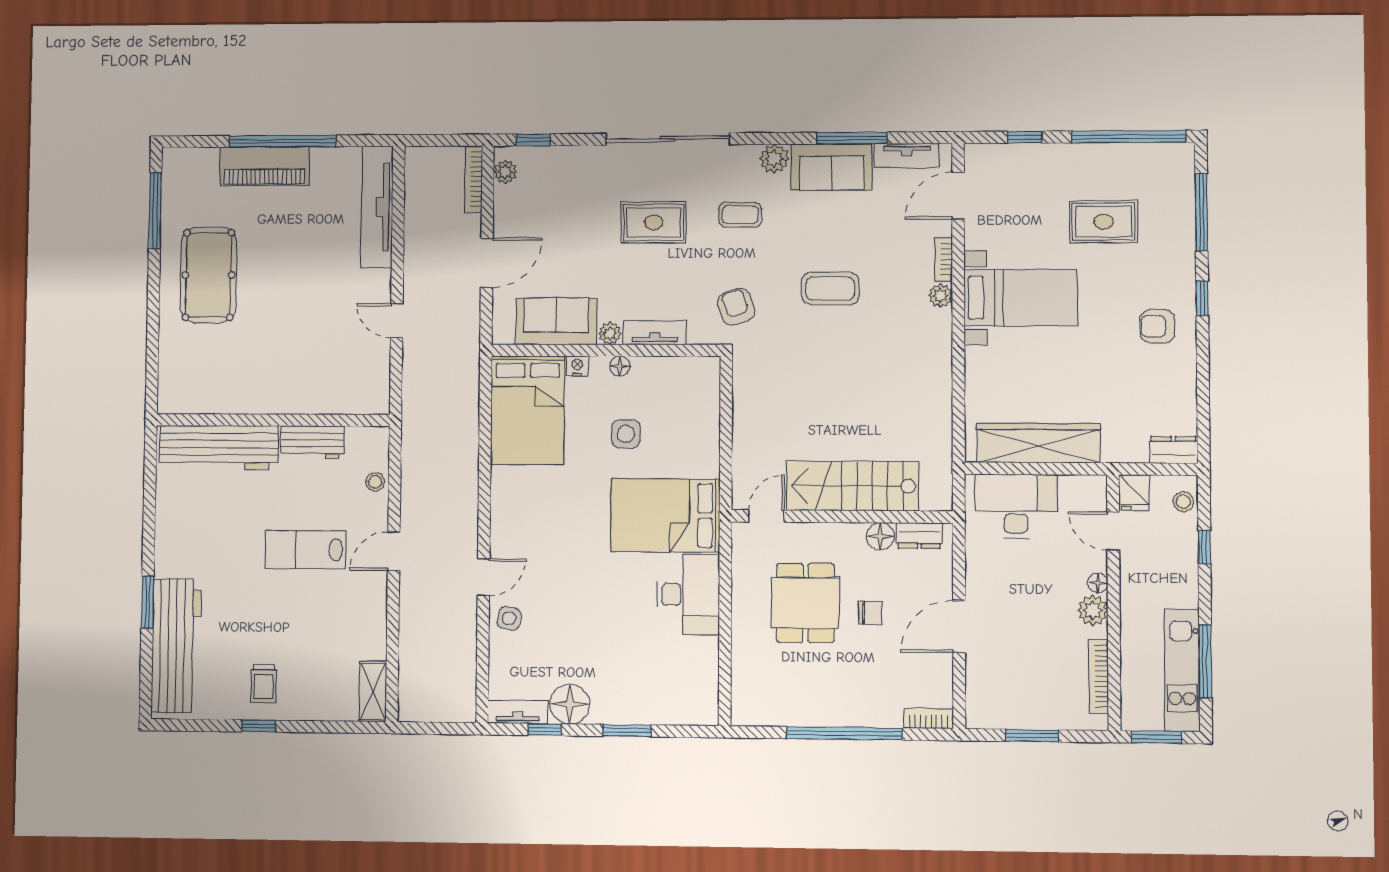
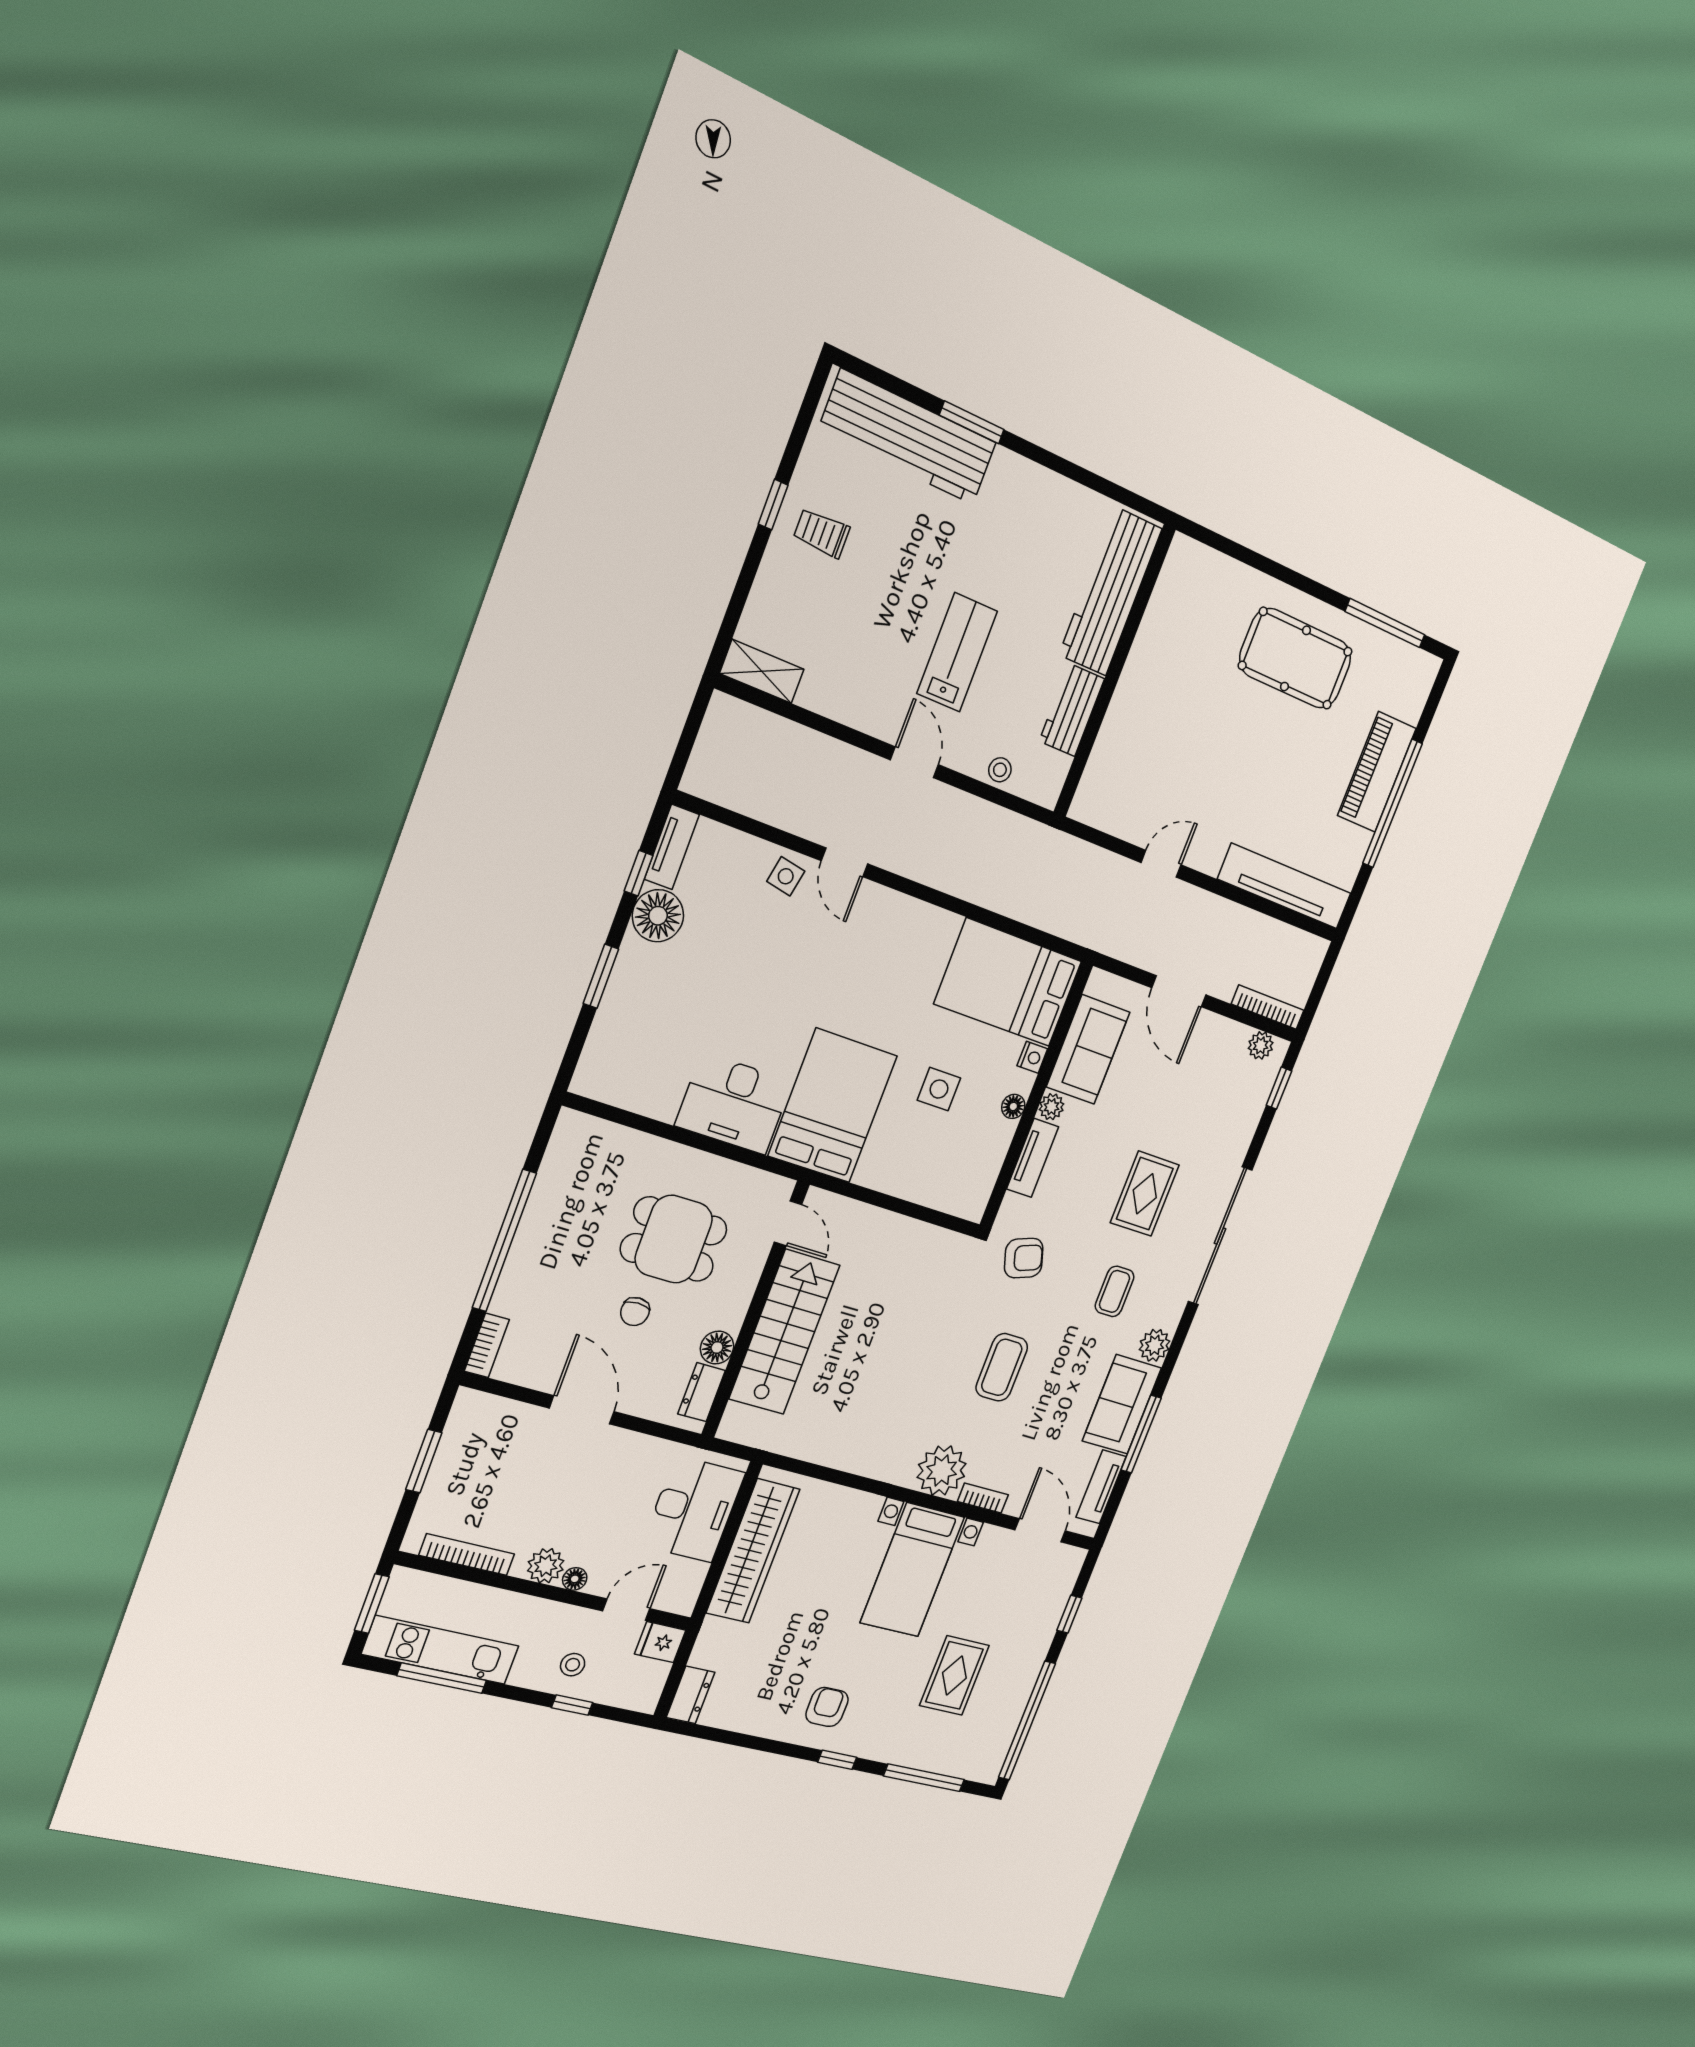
plant: (940, 296) -> (942, 1471), width x1.88, depth x1.88
stool: (1183, 502) -> (573, 1665), moved

